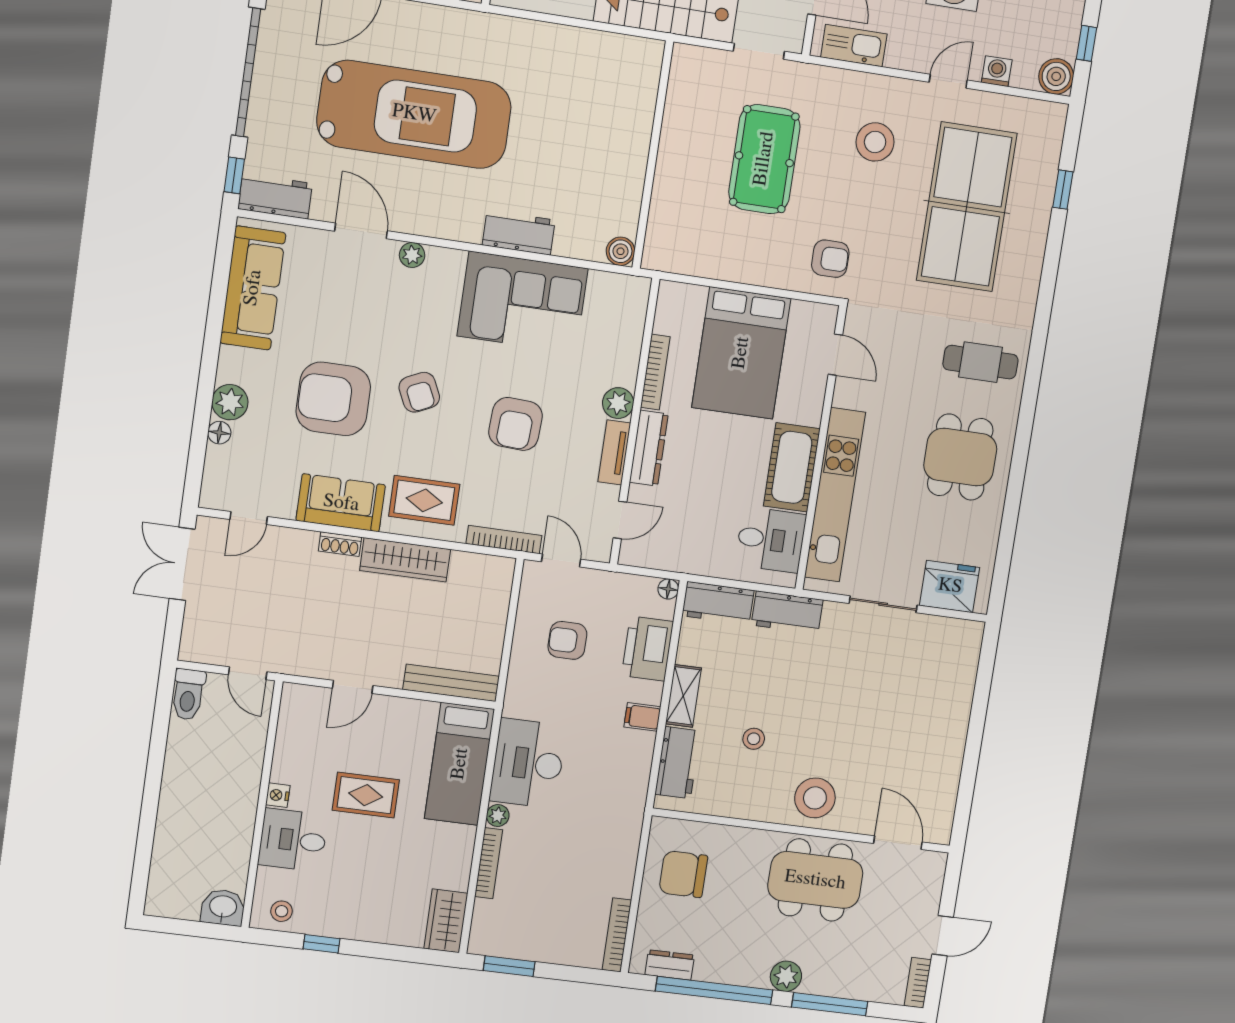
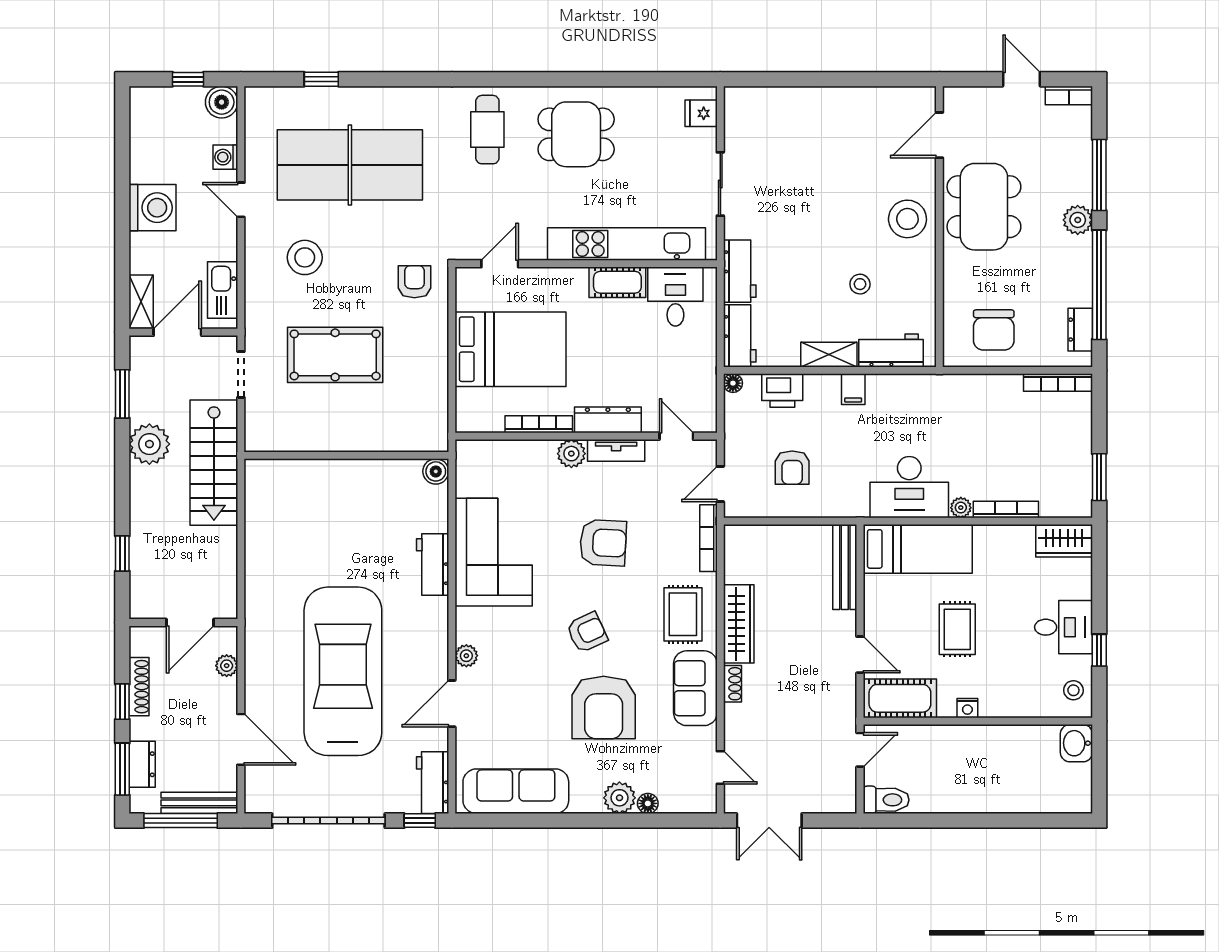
cot: (792, 467) -> (617, 282), width x0.73, depth x0.75
fridge: (950, 586) -> (701, 113), width x0.53, depth x0.75
printer: (648, 649) -> (782, 391), width x0.73, depth x0.84
cot: (299, 724) -> (900, 698), added
desk: (293, 840) -> (1063, 627), moved, turned -90

